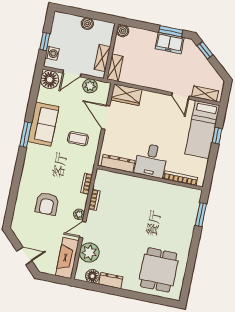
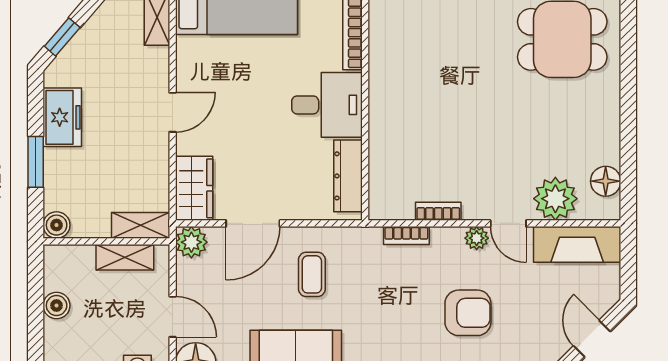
window: (171, 31) -> (36, 162), moved
plant: (90, 86) -> (191, 242), moved
door: (180, 96) -> (173, 112), moved
dresser: (111, 281) -> (607, 139), removed

